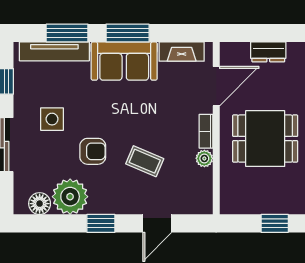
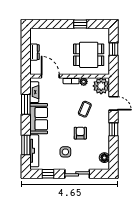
window: (128, 33) -> (26, 104), moved
dining table: (265, 139) -> (89, 55), moved, turned 90
plant: (70, 197) -> (101, 86), moved

